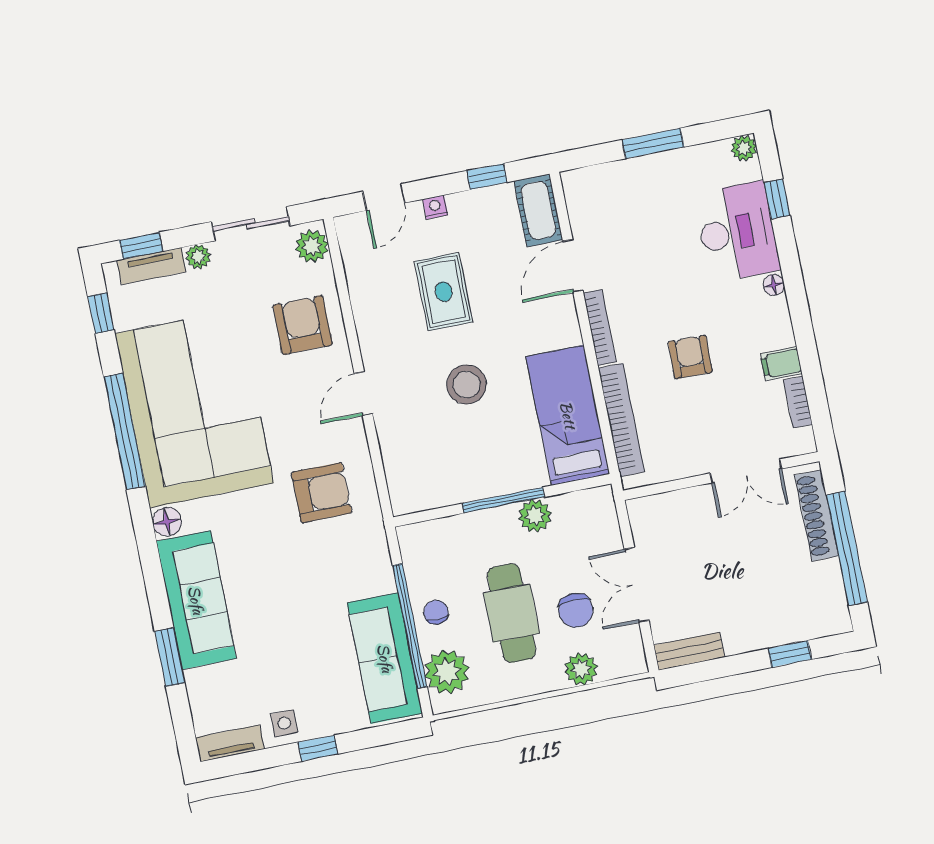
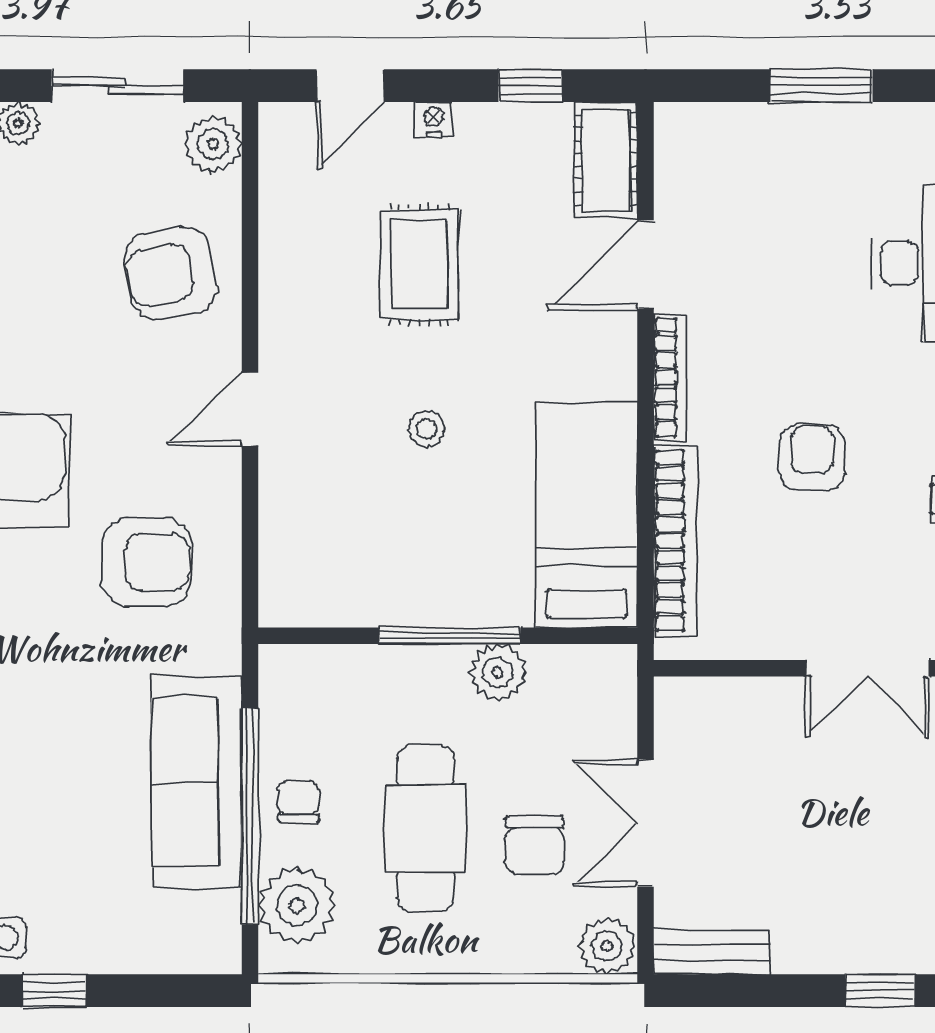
armchair: (303, 325) -> (171, 273), turned -100
stool: (467, 384) -> (427, 429), width x0.53, depth x0.53
sofa: (385, 658) -> (197, 783), moved
plant: (581, 669) -> (607, 946), moved

